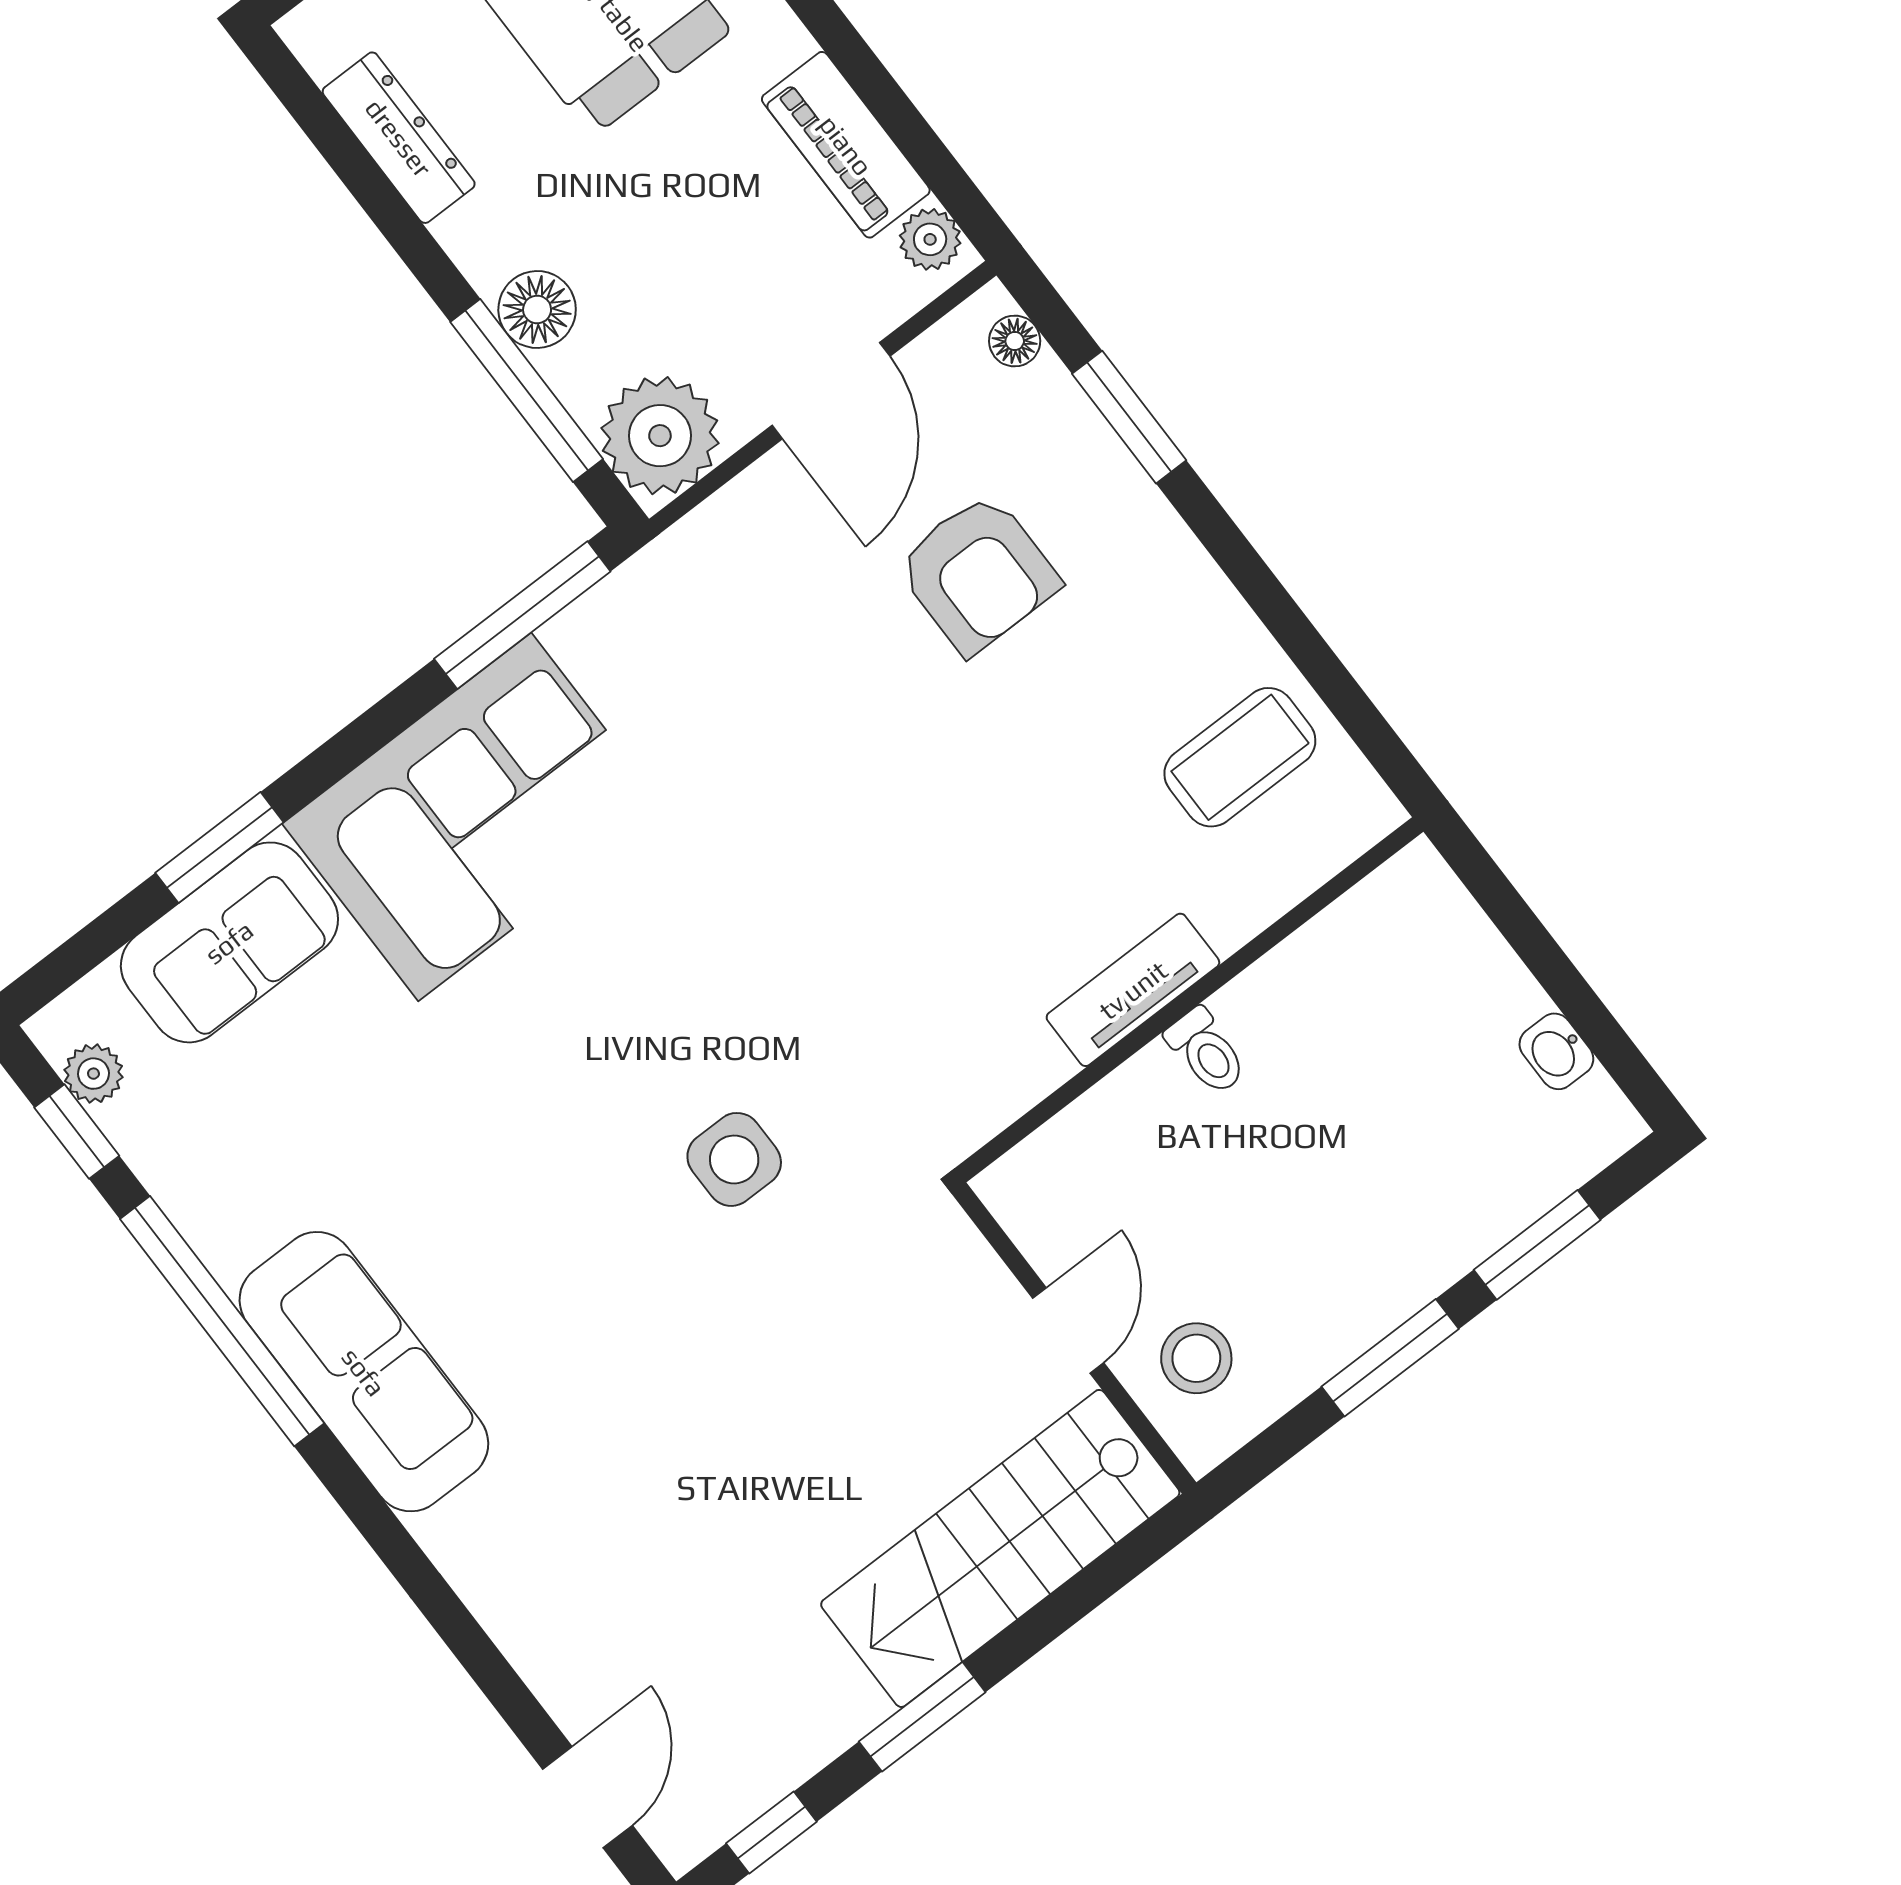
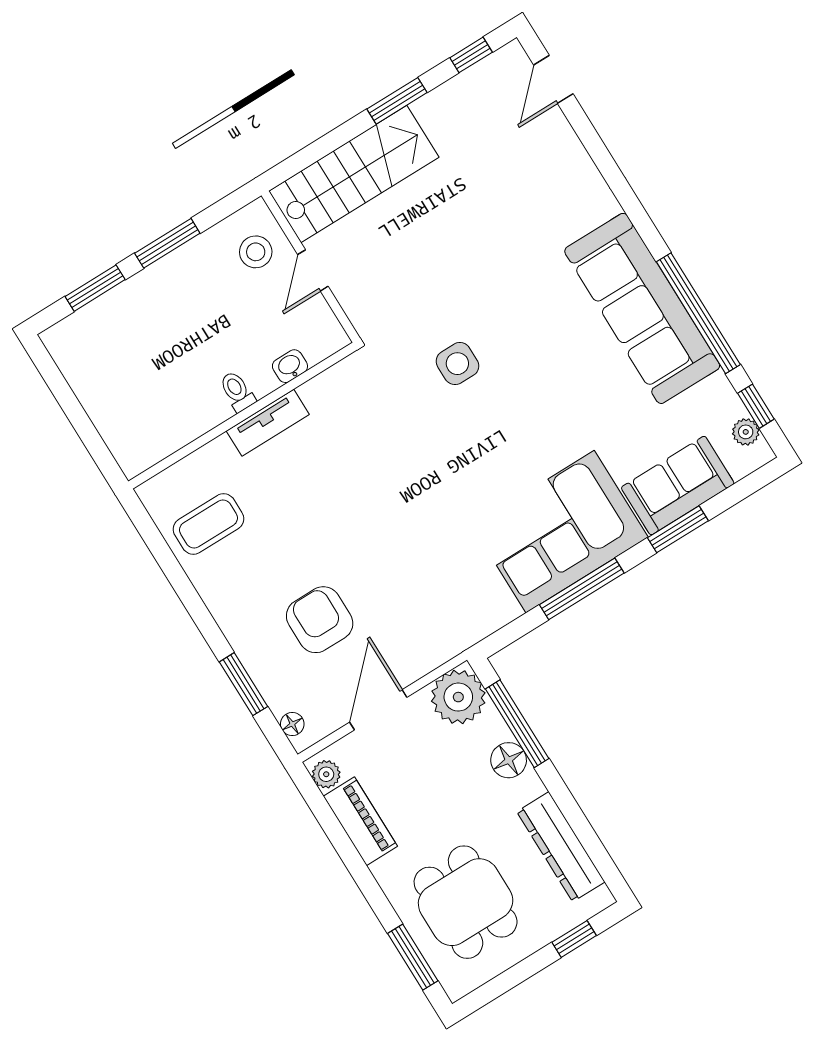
dresser: (399, 138) -> (561, 847), width x1.37, depth x1.24
window: (522, 615) -> (582, 589), moved
washbasin: (1556, 1051) -> (290, 366), moved, turned -90
sofa: (364, 1372) -> (642, 308), width x1.36, depth x1.27

